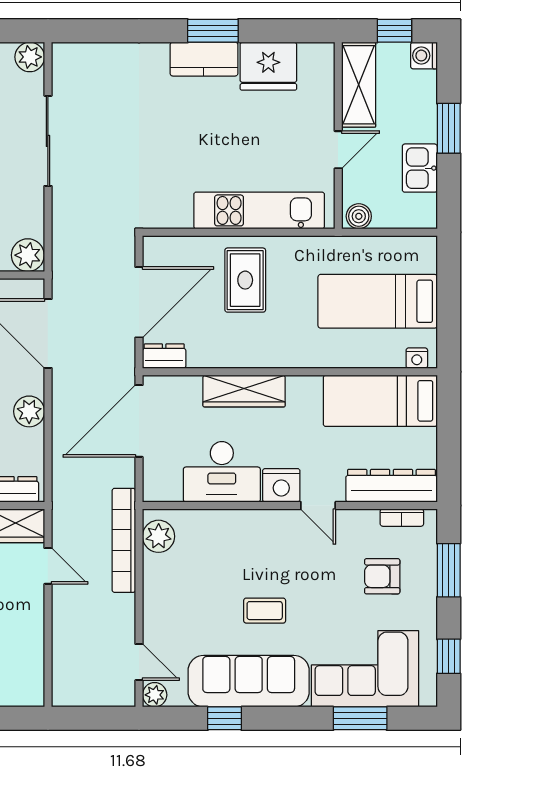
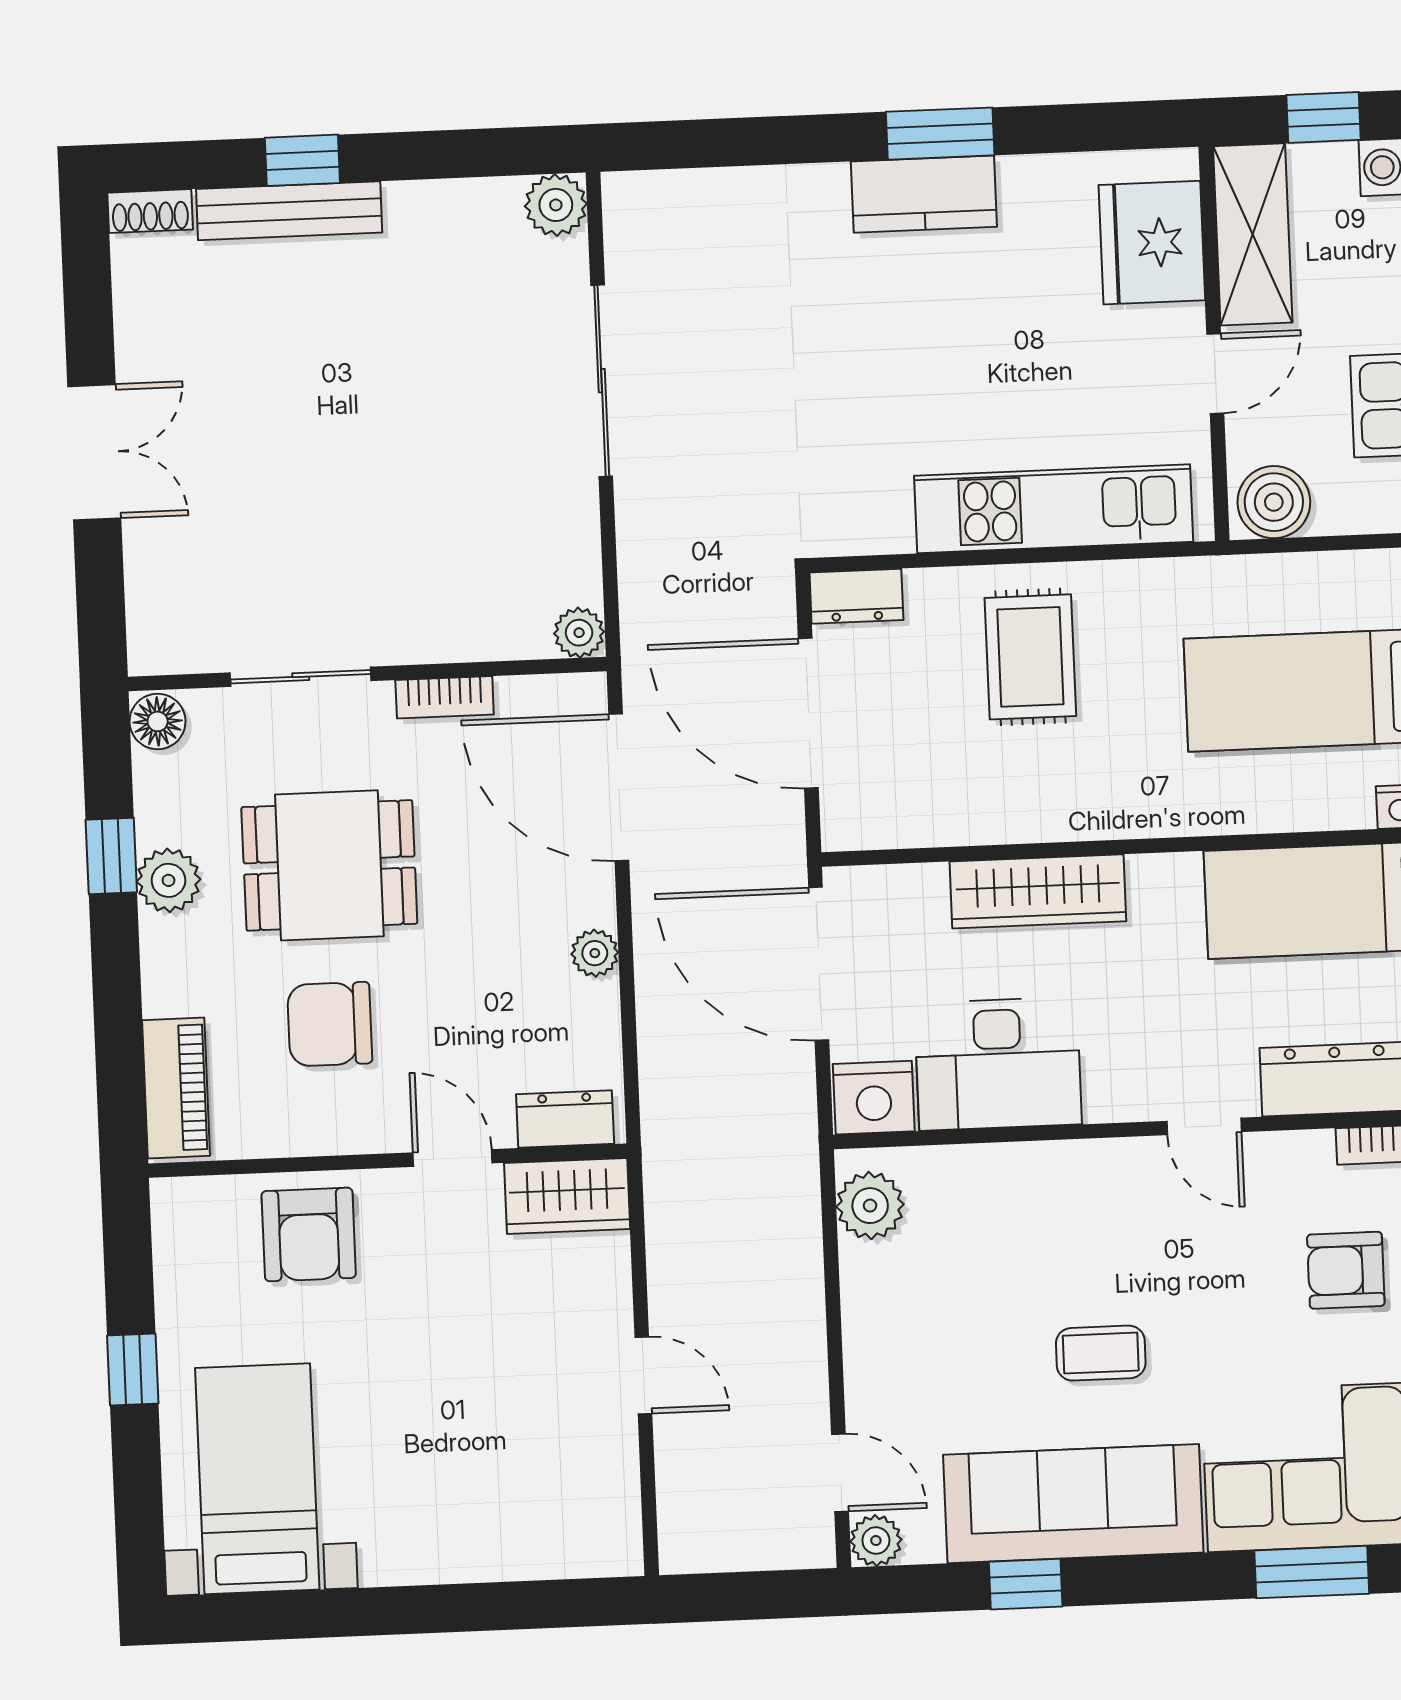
fridge: (268, 66) -> (1152, 243), moved, turned 90
boiler: (359, 216) -> (1274, 502), width x1.36, depth x1.36
plant: (28, 255) -> (579, 633), width x0.73, depth x0.73
door: (139, 302) -> (808, 713), swing flipped
dresser: (164, 356) -> (856, 596), moved, turned 180
plant: (29, 411) -> (595, 953), width x0.73, depth x0.73
door: (139, 421) -> (819, 964), hinge flipped
nightstand: (281, 485) -> (874, 1098), moved
bookcase: (124, 540) -> (797, 1217), removed
door: (48, 566) -> (643, 1375), moved

